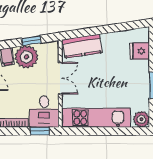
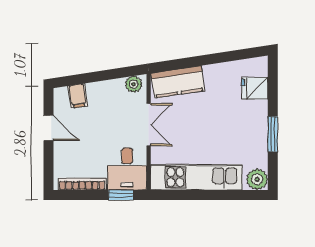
window: (31, 41) -> (110, 74), removed
plant: (26, 57) -> (134, 84), moved, width x0.53, depth x0.53

